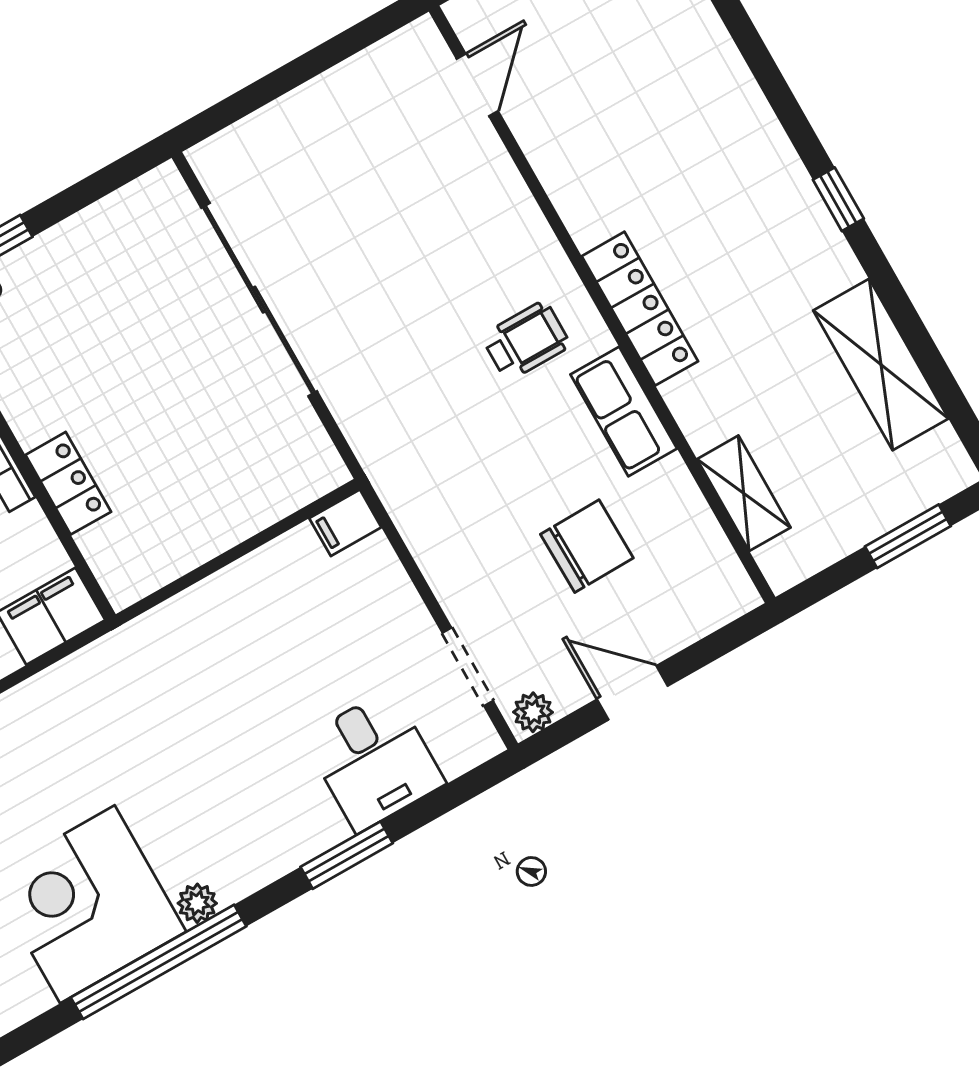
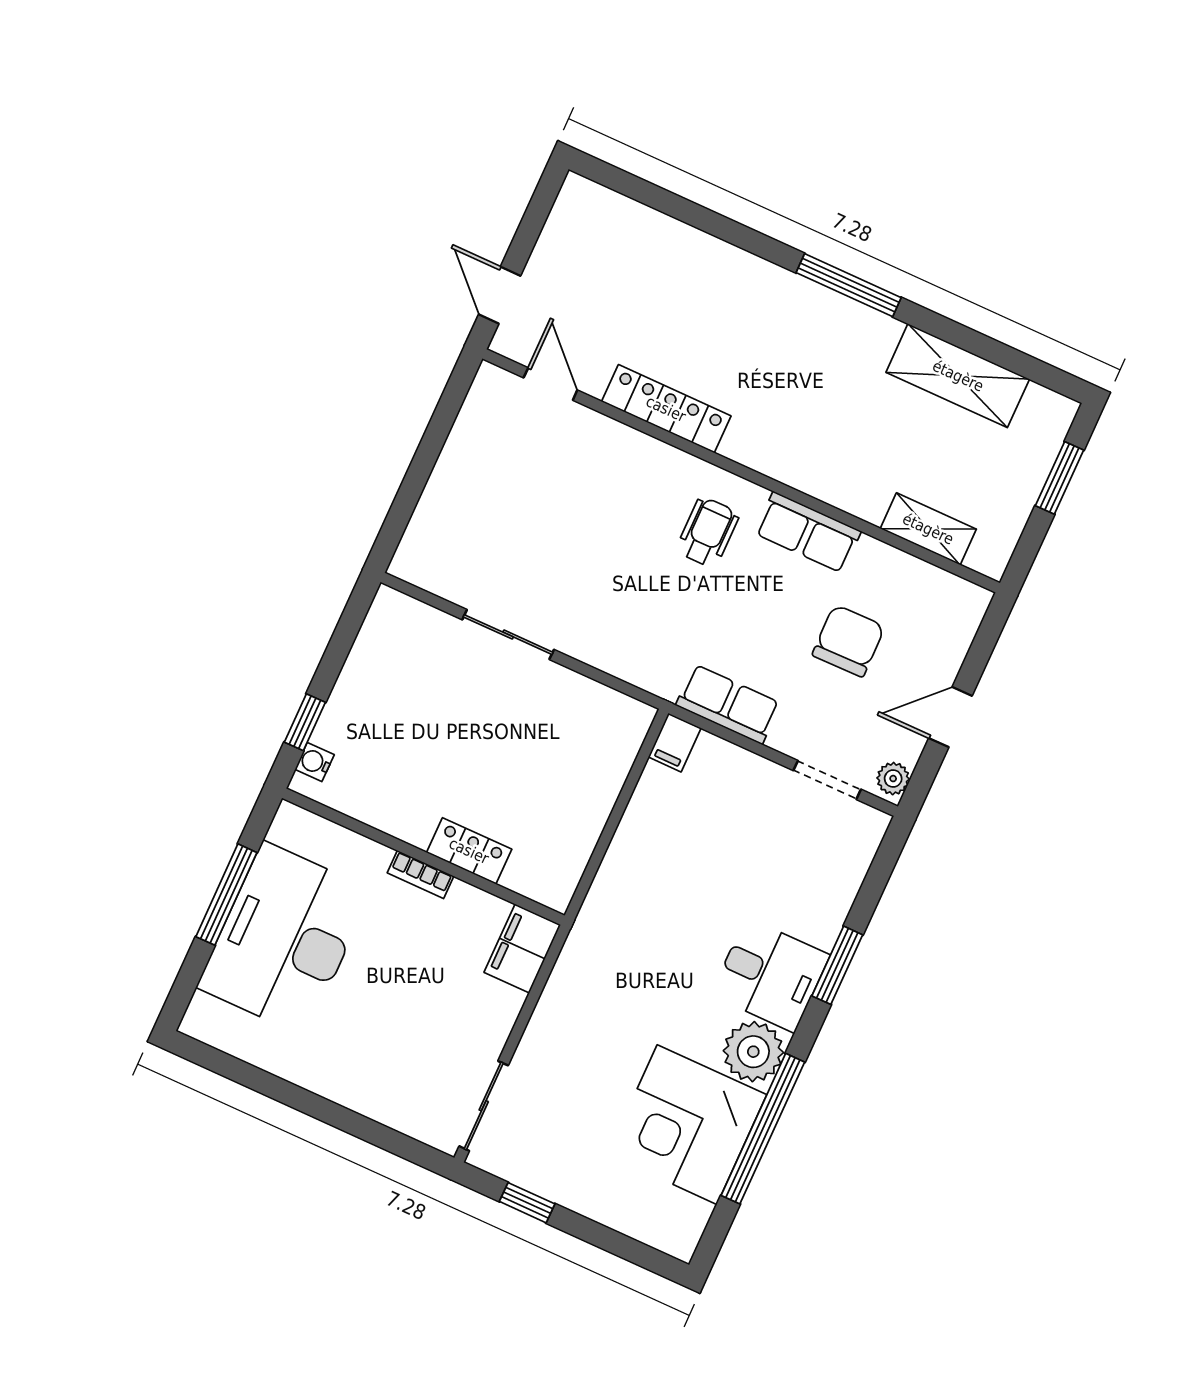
window: (838, 199) -> (849, 285), width x2.17
sliding door: (259, 300) -> (508, 635), width x0.54
locker: (640, 309) -> (666, 409), moved
row of seats: (425, 523) -> (728, 704), added
desk: (374, 760) -> (770, 975), moved
plant: (197, 903) -> (753, 1052), width x1.88, depth x1.88

